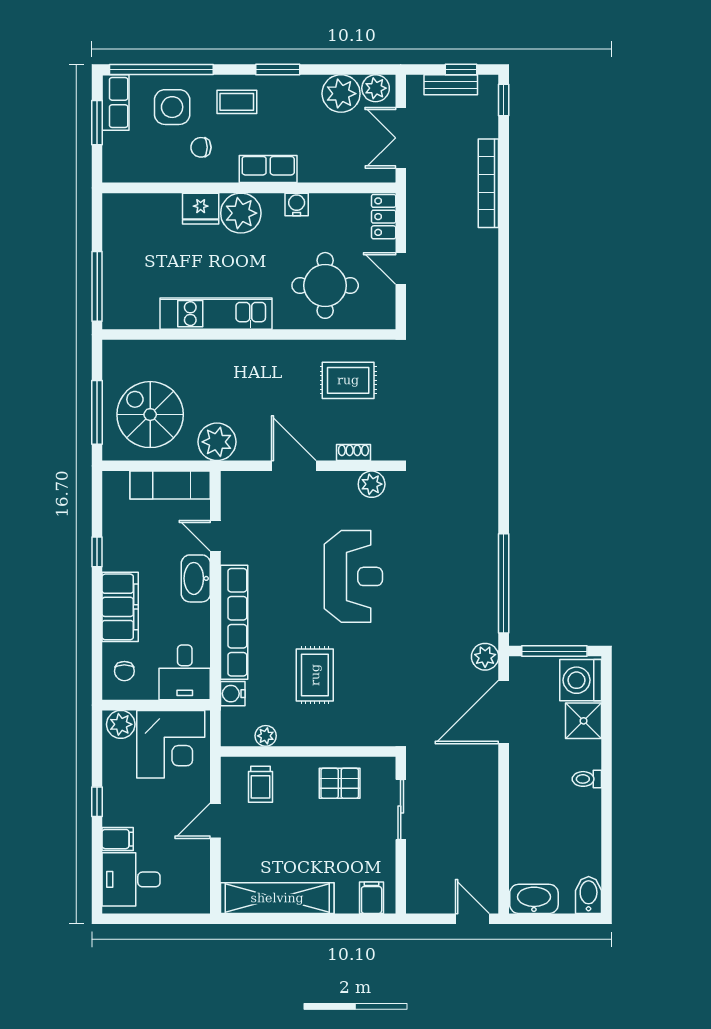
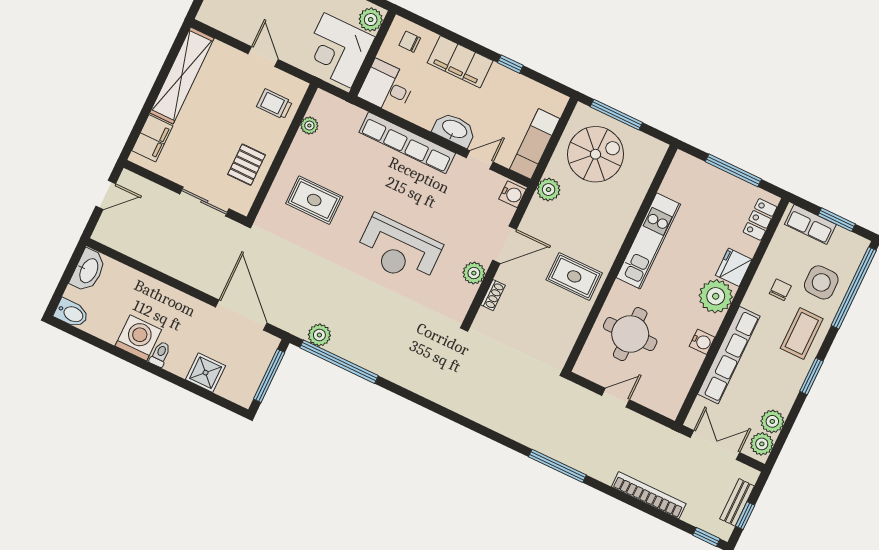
plant: (341, 94) -> (772, 421), width x0.73, depth x0.73
row of seats: (115, 102) -> (810, 224), moved
coffee table: (237, 102) -> (802, 333), width x1.36, depth x1.30
row of seats: (268, 169) -> (729, 355), width x2.02
locker: (384, 217) -> (760, 219), moved, turned -90
window: (97, 286) -> (733, 170), moved
window: (504, 296) -> (557, 466), added
rug: (348, 380) -> (574, 276), moved, turned 90
plant: (217, 442) -> (549, 190), width x0.73, depth x0.73
plant: (372, 484) -> (474, 273), moved
plant: (485, 657) -> (319, 335), moved
rug: (315, 675) -> (314, 200), moved
washing machine: (581, 680) -> (138, 338), moved
water cooler: (233, 694) -> (512, 194), moved, turned 90
filing cabinet: (372, 898) -> (152, 138), width x2.00
door: (472, 919) -> (106, 195), moved

